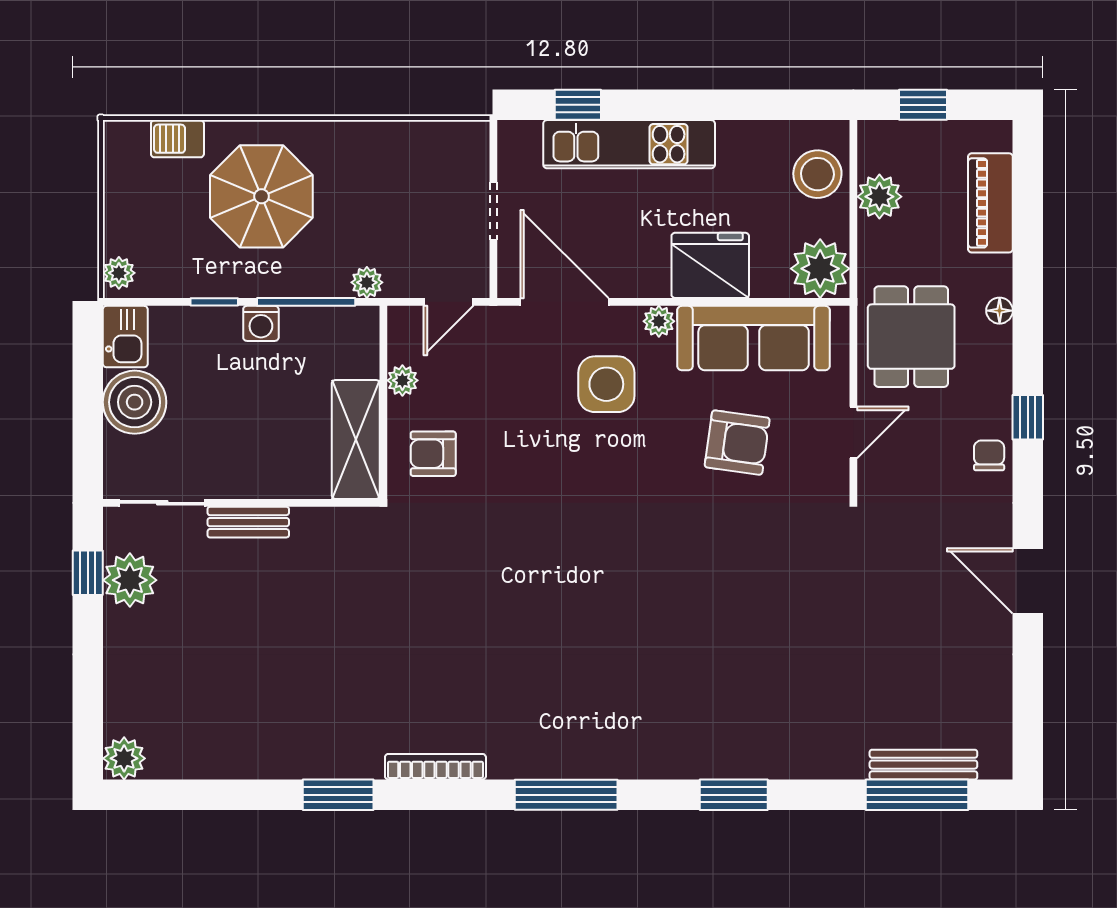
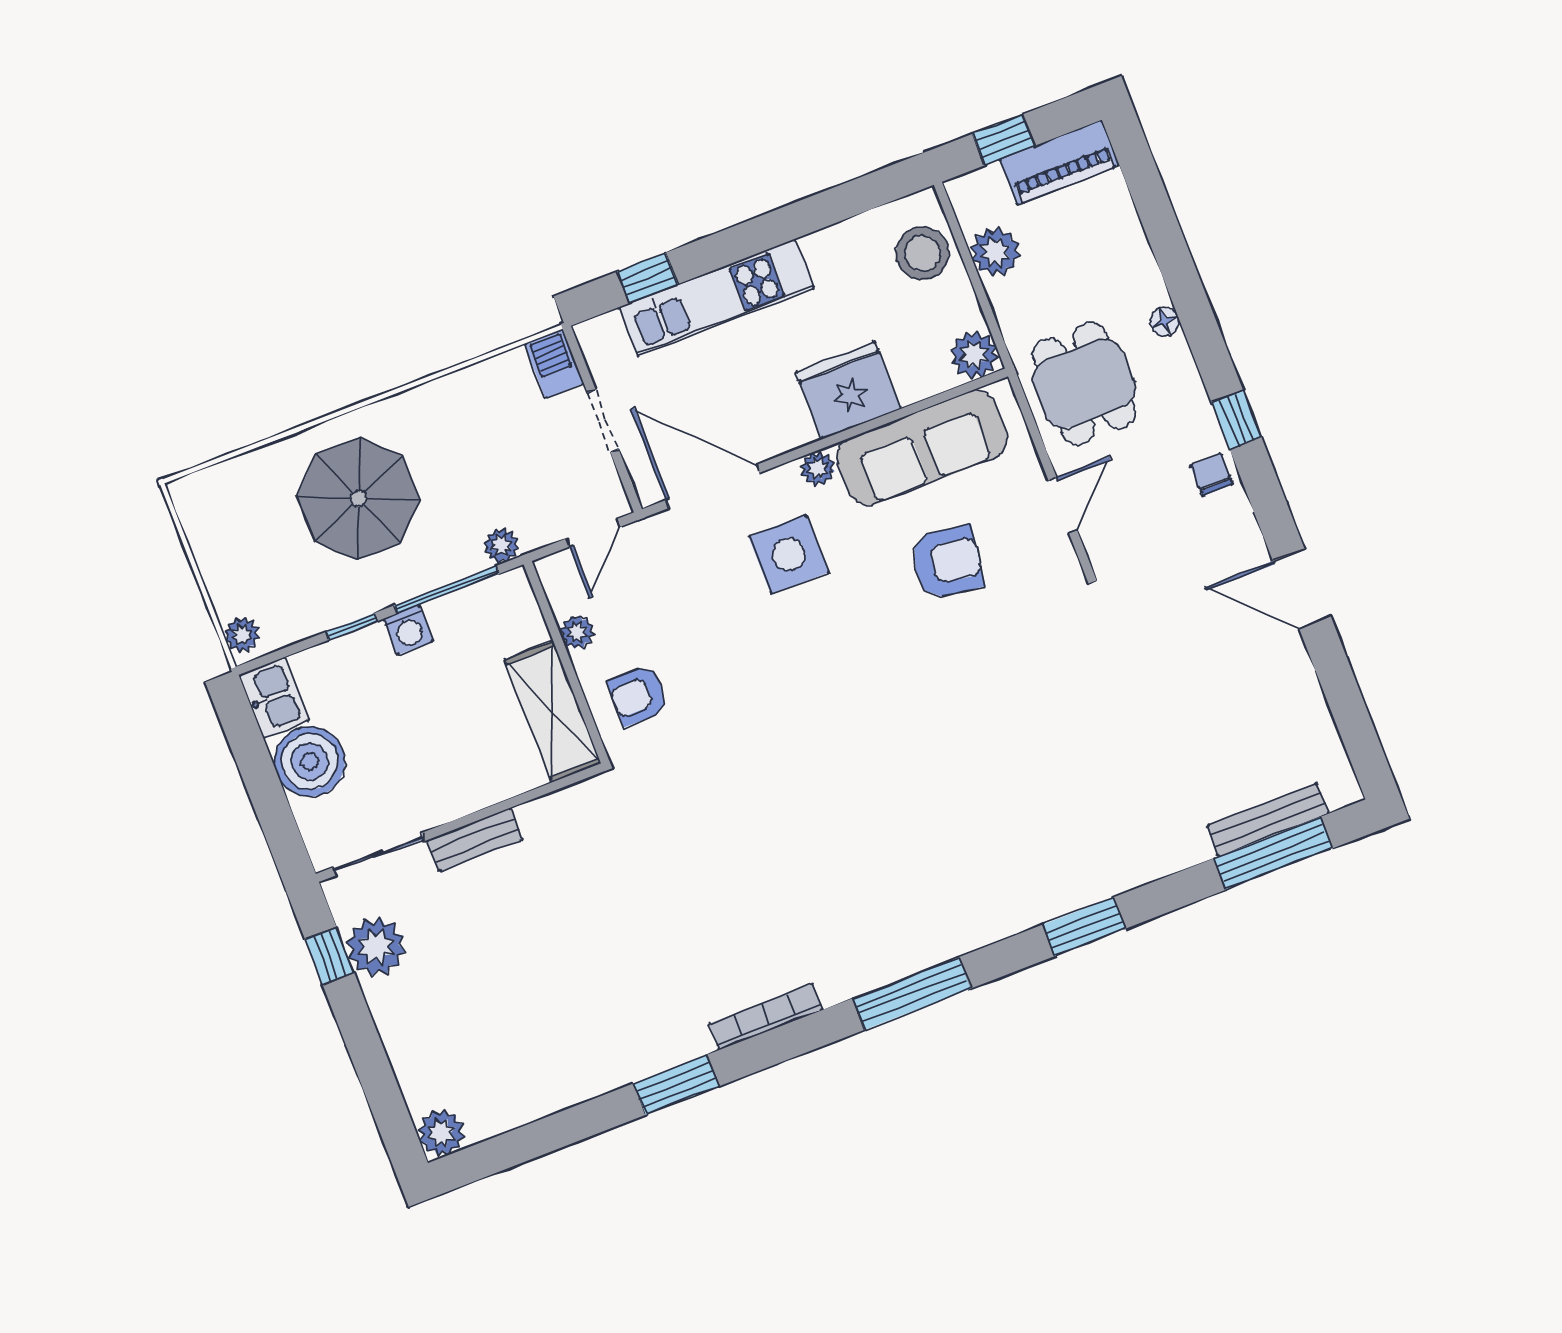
barbecue: (177, 139) -> (554, 363), moved, turned 90
piano: (990, 203) -> (1060, 162), moved, turned -90
plant: (820, 269) -> (974, 355), width x0.73, depth x0.73

